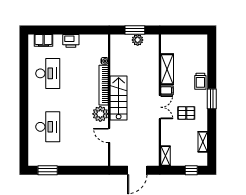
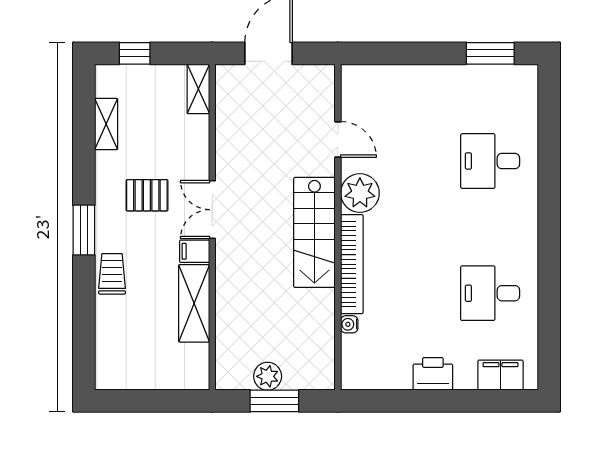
desk: (48, 73) -> (490, 293), width x0.73
desk: (48, 127) -> (490, 161), width x0.73

